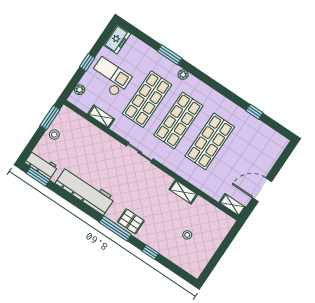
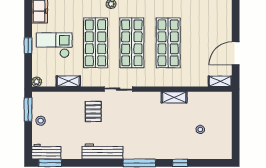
plant: (80, 90) -> (37, 82), moved
workbench: (85, 191) -> (102, 151), width x0.73, depth x0.76
pallet: (131, 221) -> (93, 111), moved, turned 90

